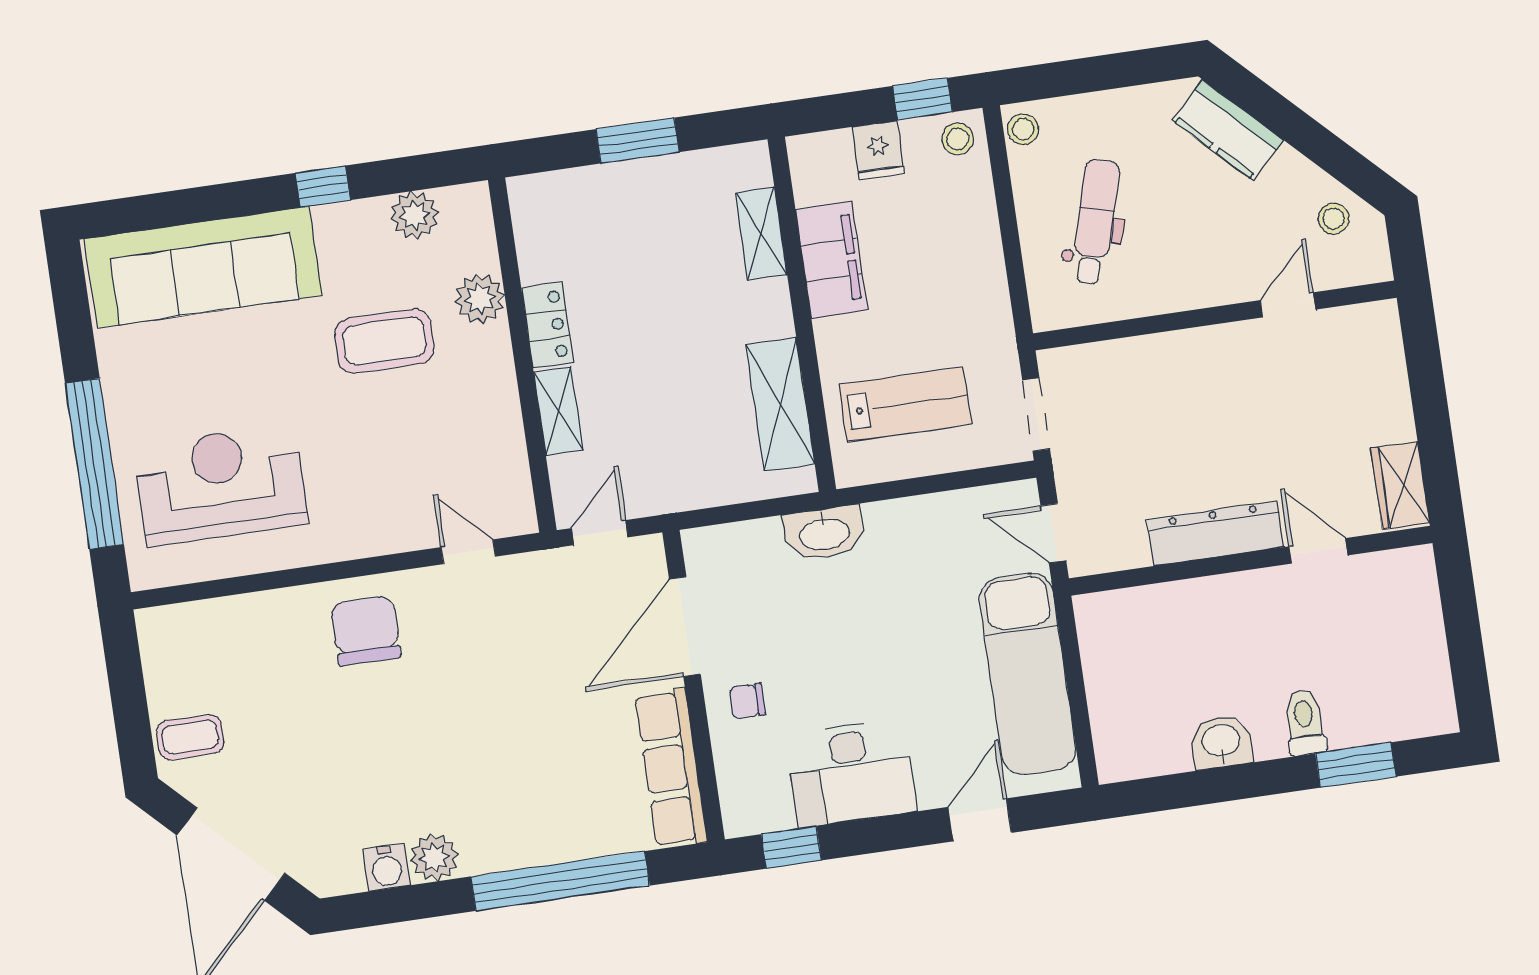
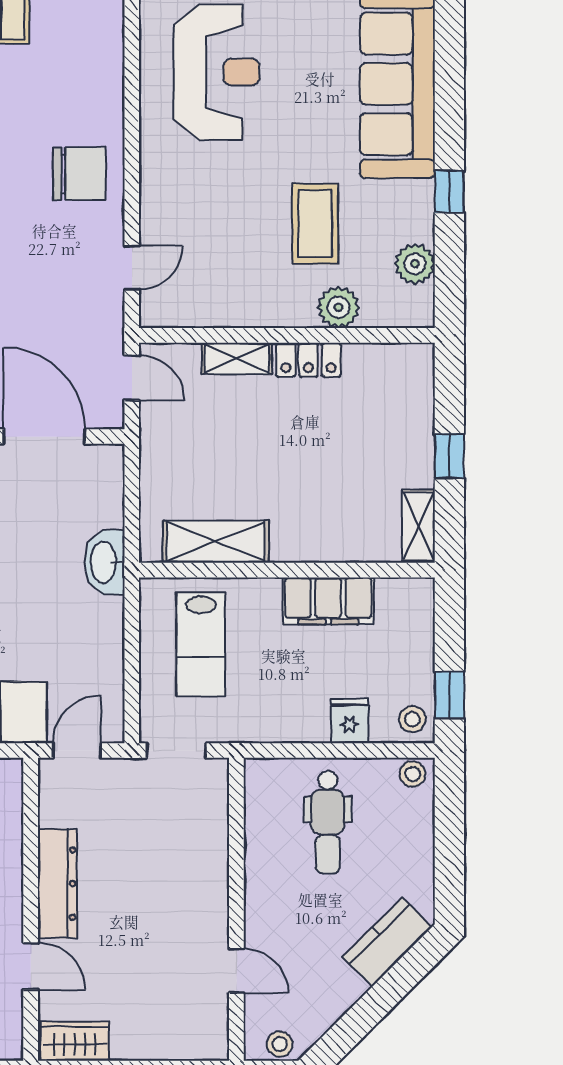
window: (637, 141) -> (449, 456), width x0.67
fridge: (878, 150) -> (350, 721), moved, turned 90
stool: (1334, 219) -> (280, 1044), moved
dental chair: (1095, 222) -> (328, 822), turned 74
shelving: (761, 234) -> (418, 526), moved, turned 90
door: (1318, 551) -> (31, 966), hinge flipped

